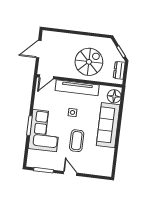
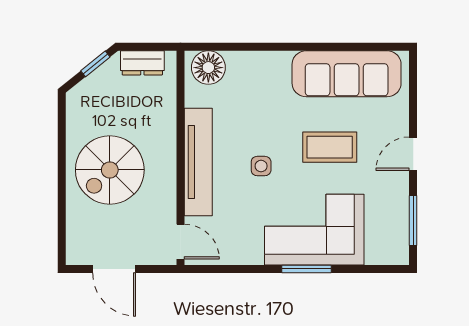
spiral stairs: (89, 62) -> (110, 170), moved, turned -90
sofa: (108, 125) -> (347, 74), moved

